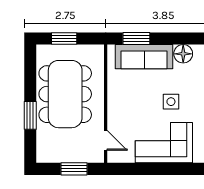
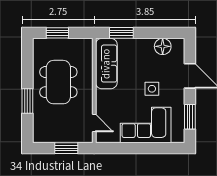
sofa: (144, 57) -> (106, 64), moved, turned -90
dining table: (65, 94) -> (58, 82), width x0.73, depth x0.80

